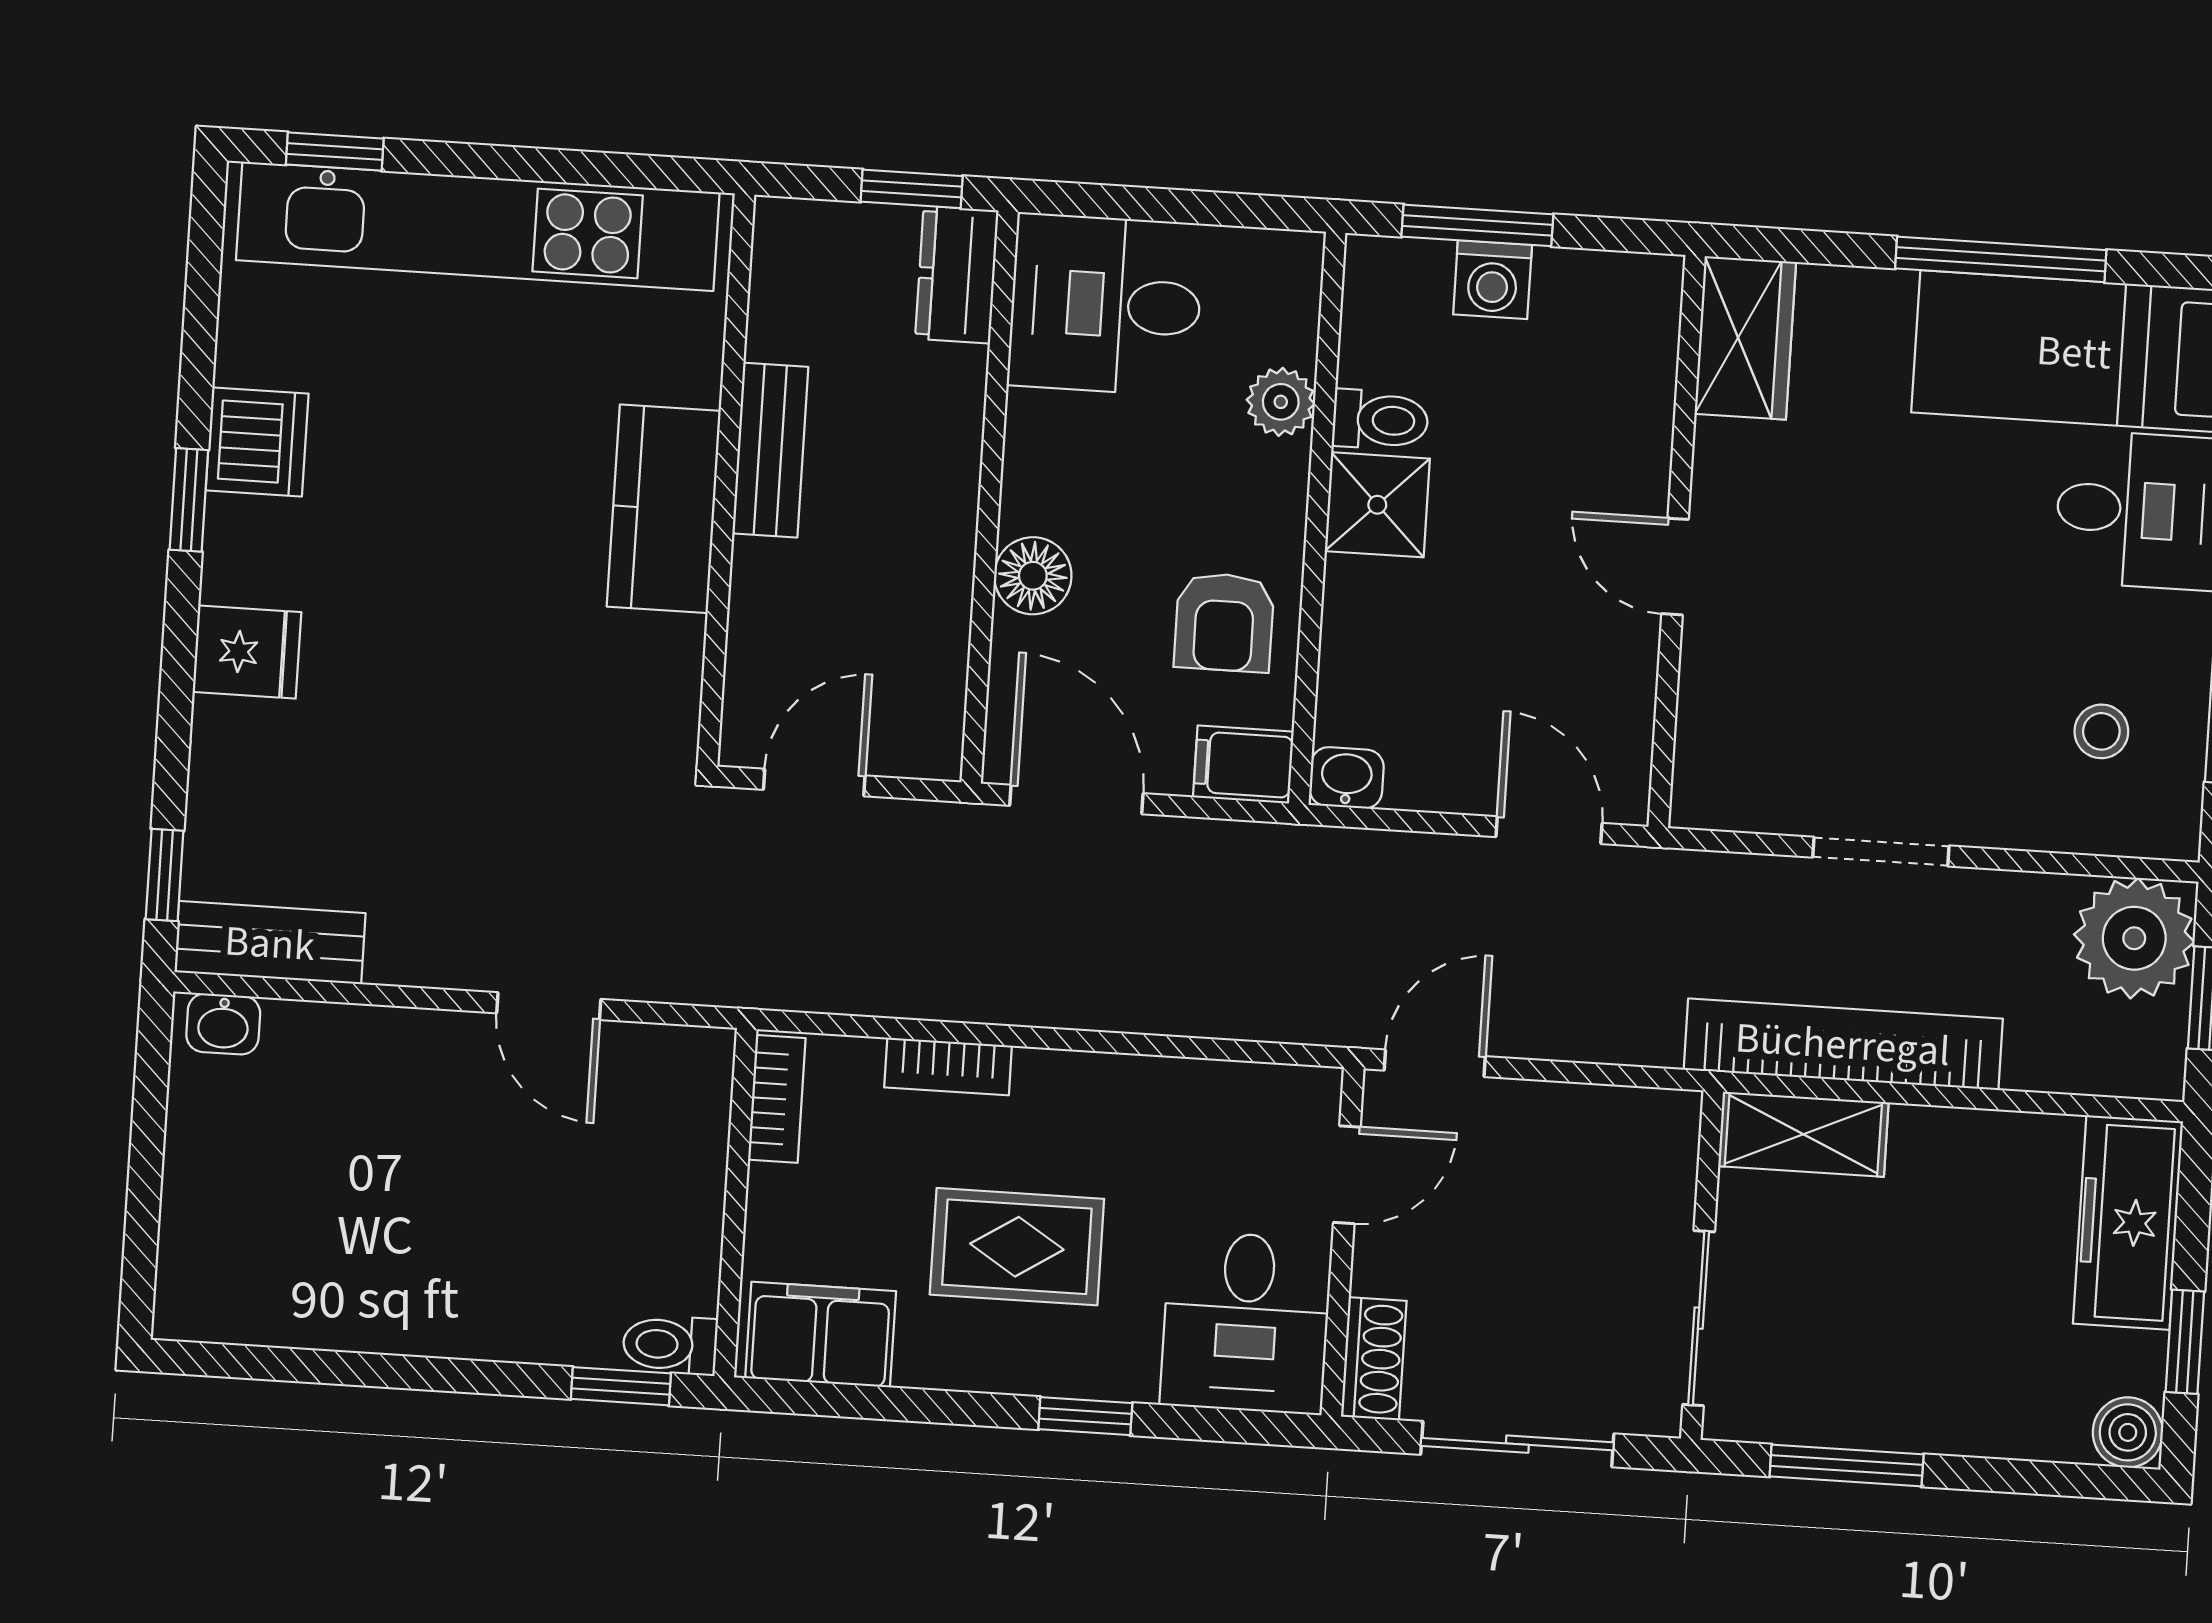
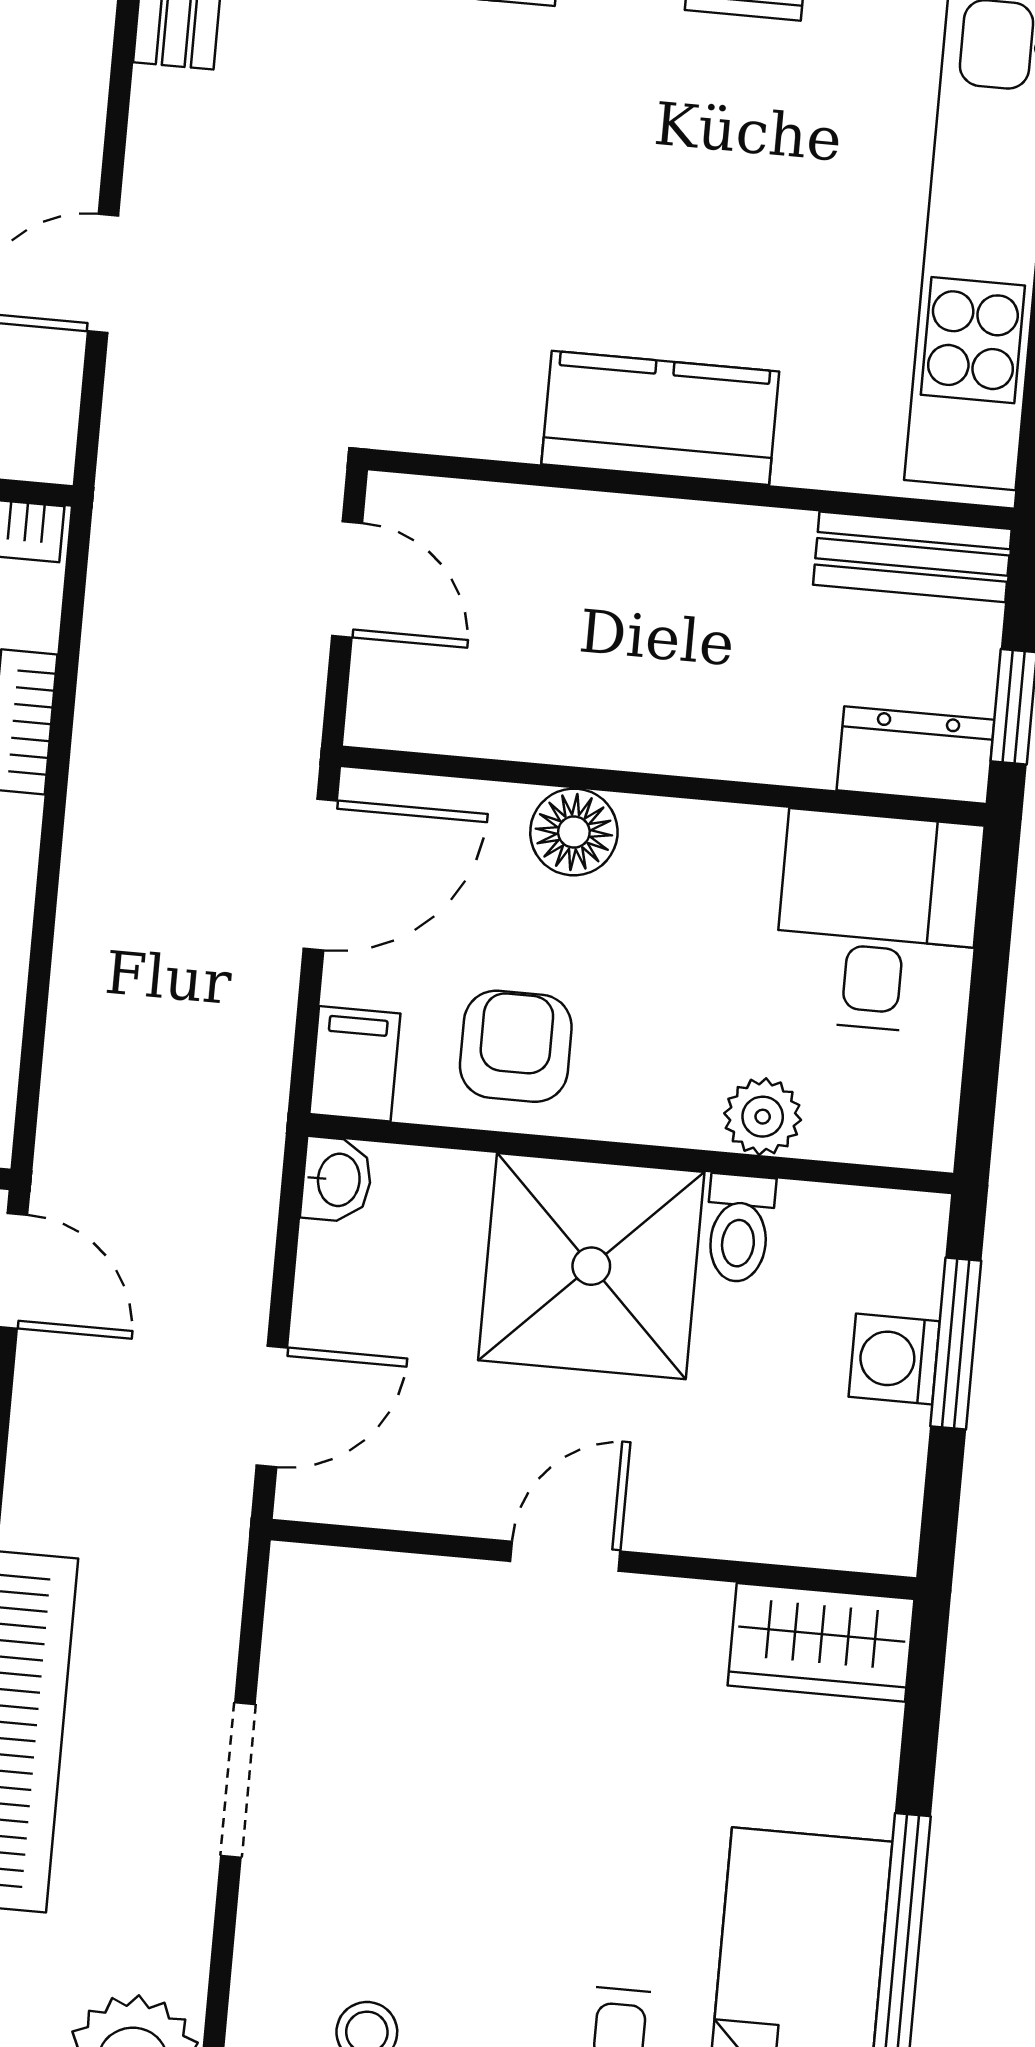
bench: (770, 450) -> (912, 557), moved
shower: (1377, 505) -> (591, 1266), width x1.86, depth x1.86
armchair: (1224, 622) -> (516, 1046), turned 90

